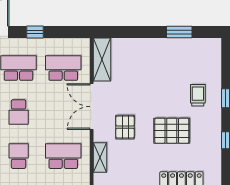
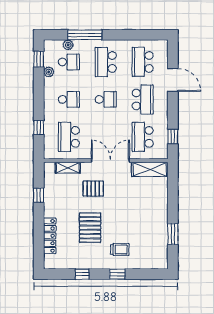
window: (35, 32) -> (173, 137), moved
school desk: (63, 68) -> (143, 137), turned 180
school desk: (19, 112) -> (106, 99), turned 180
school desk: (63, 156) -> (69, 137), turned 180

